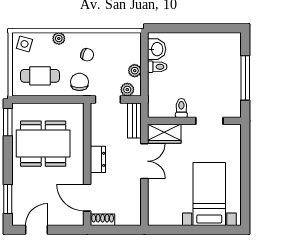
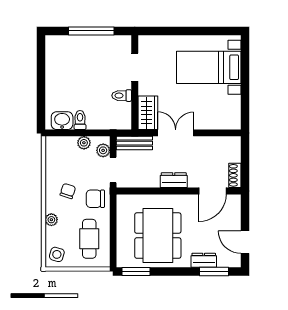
dresser: (19, 189) -> (204, 260), added

